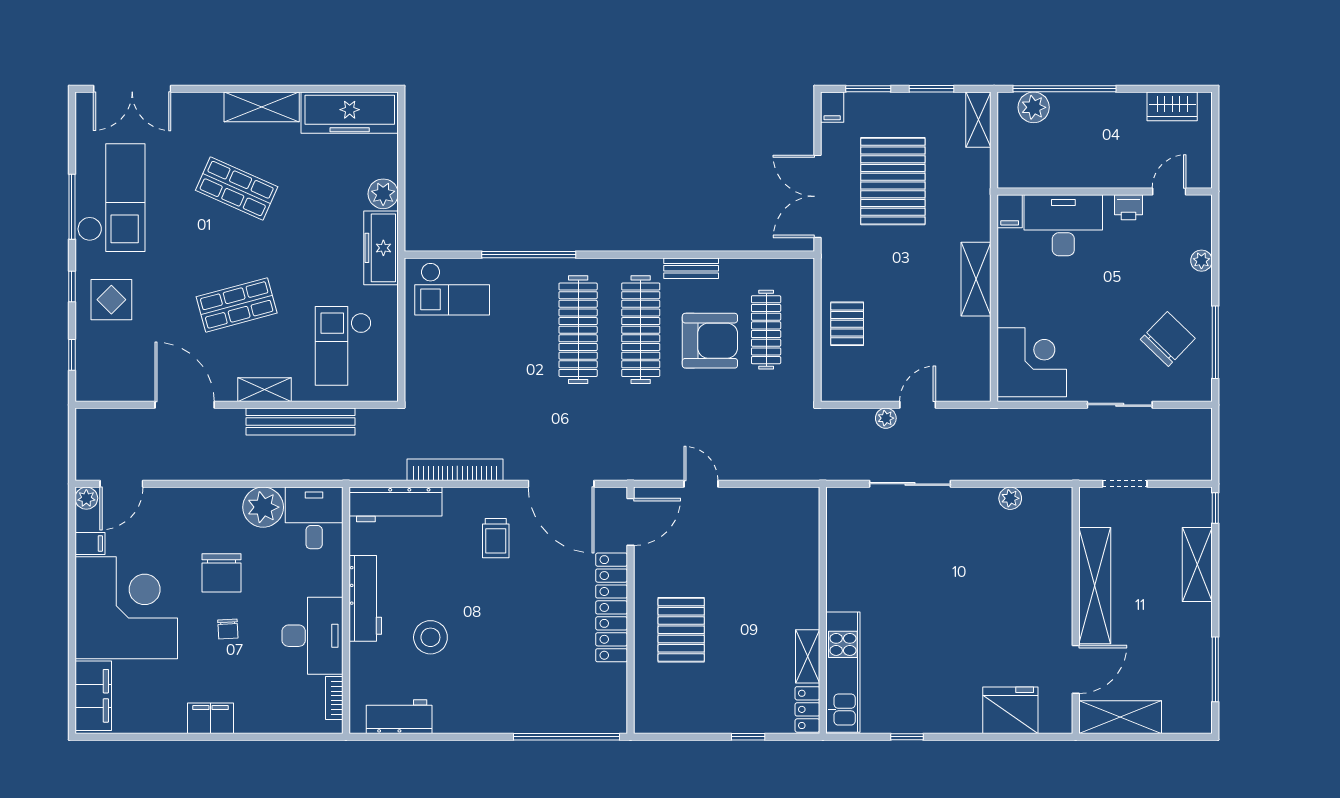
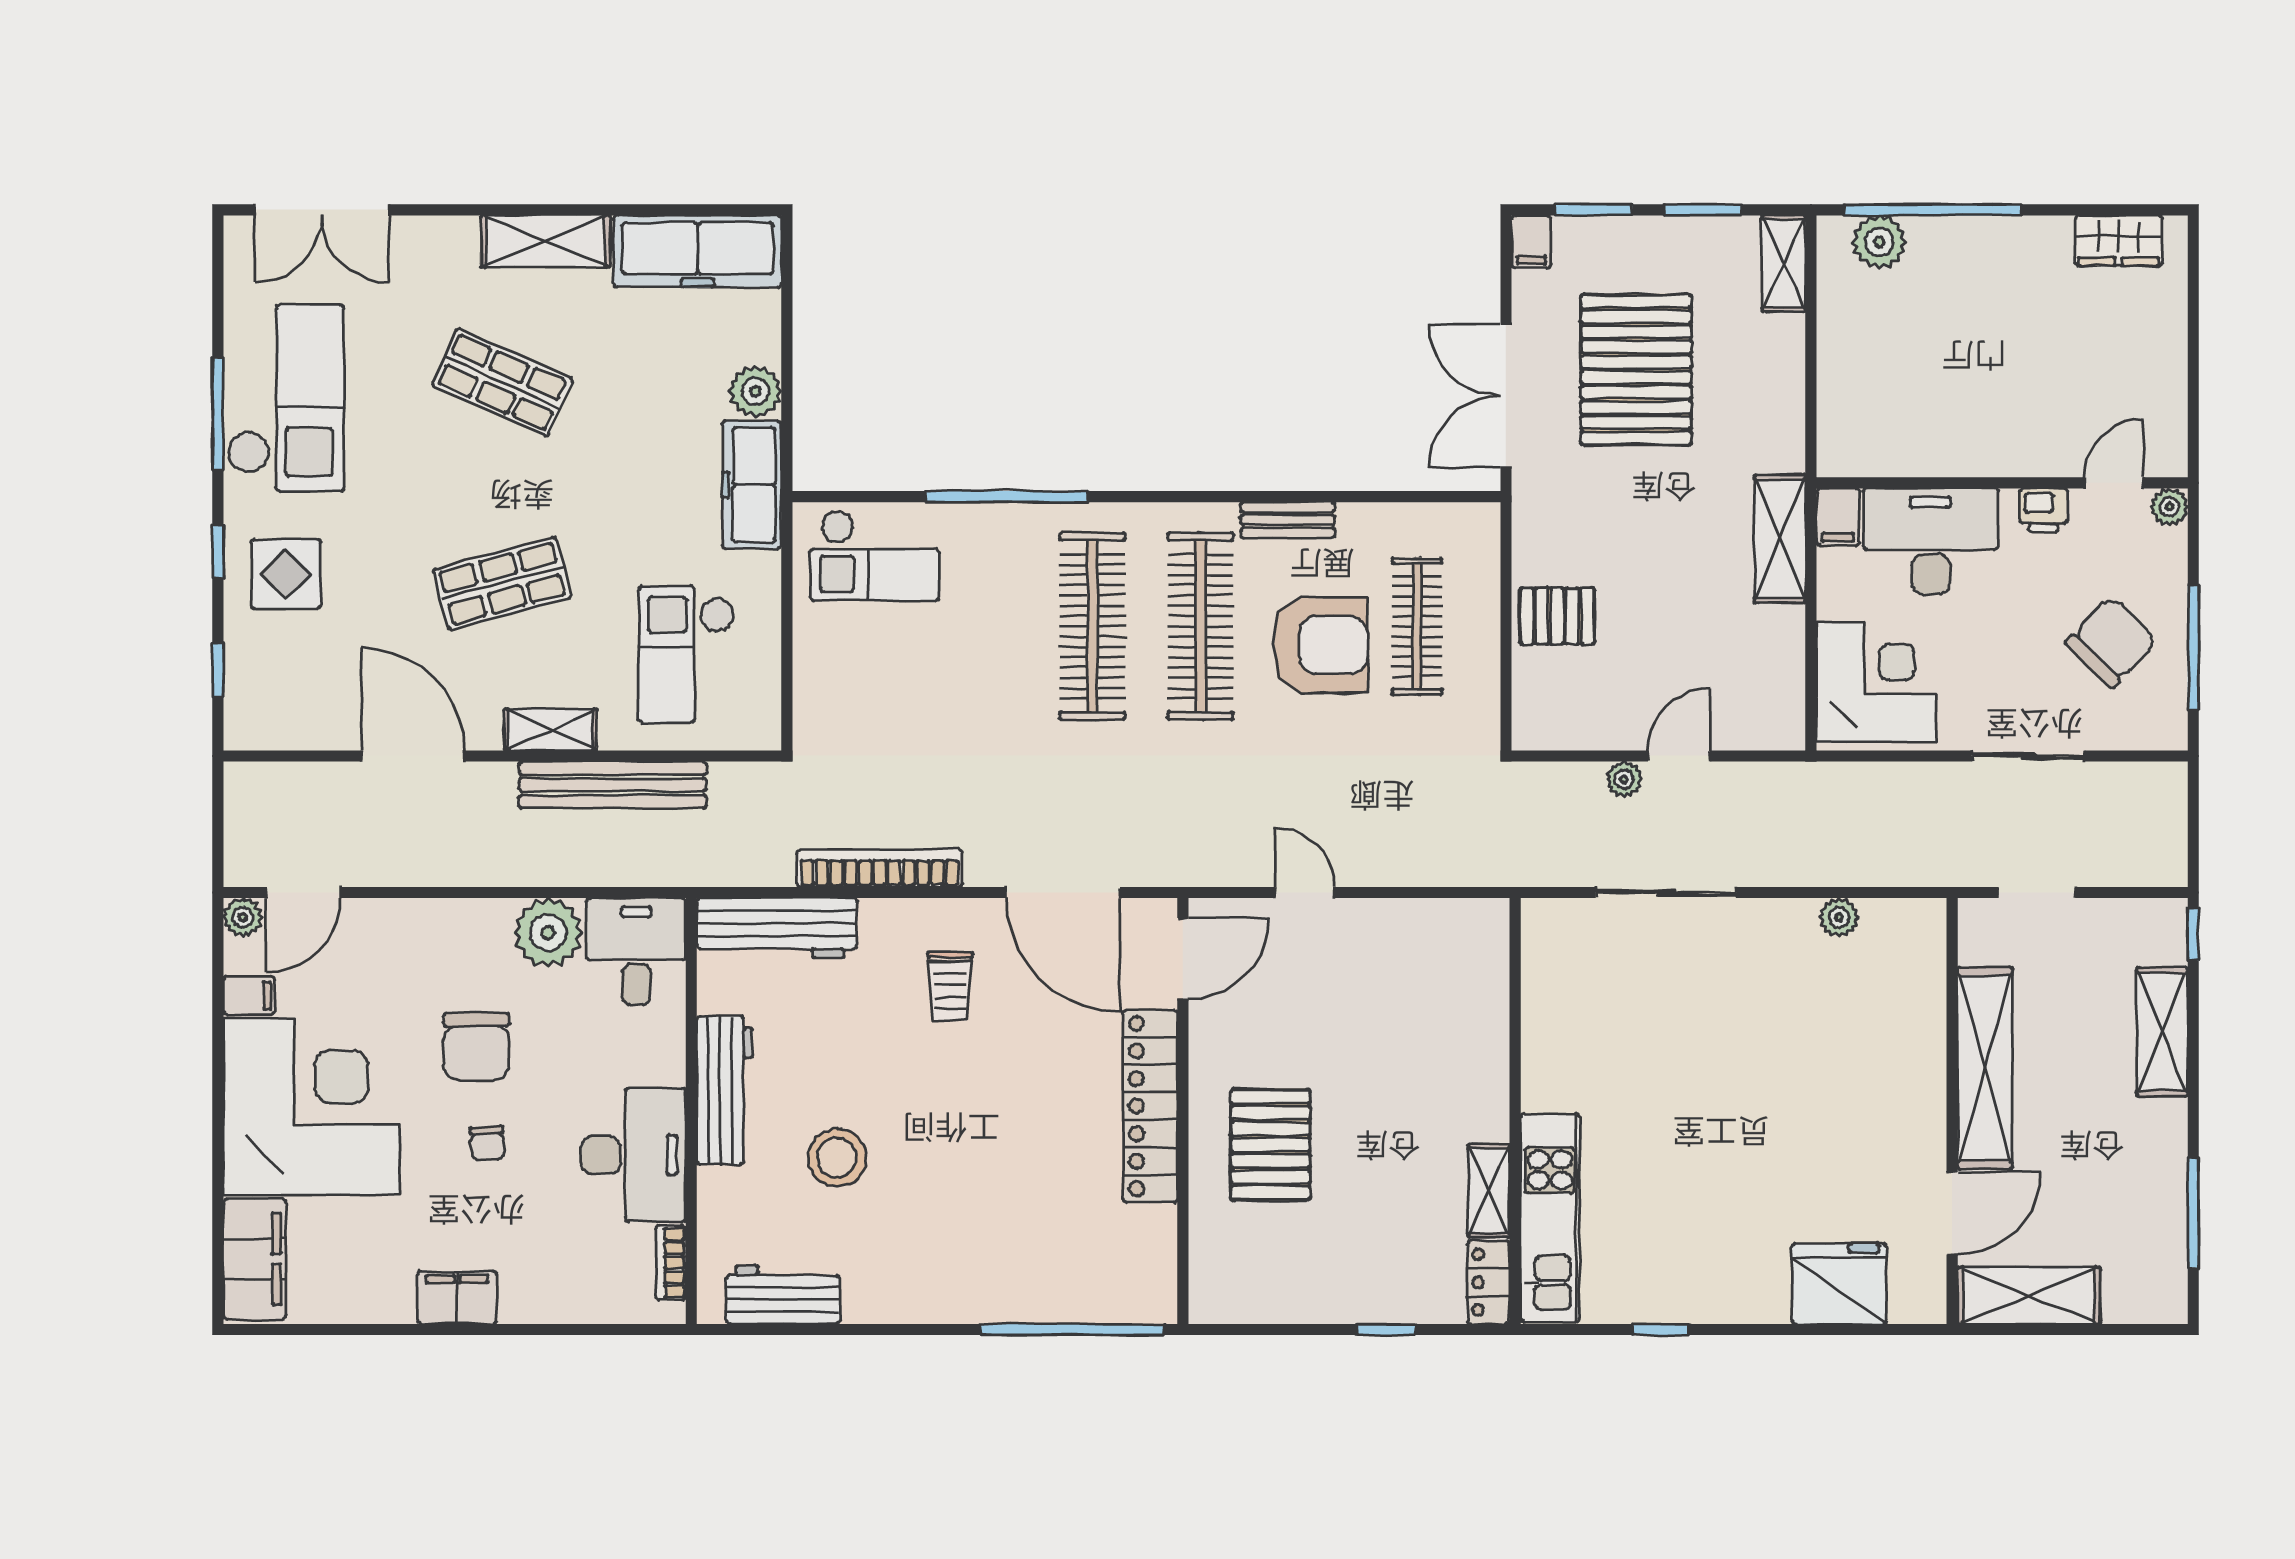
wall: (1105, 191) -> (2002, 483), moved
door: (1169, 191) -> (2114, 483), moved
printer: (1129, 207) -> (2043, 510), moved
filing cabinet: (1010, 211) -> (1838, 517), moved
desk: (1063, 225) -> (1931, 541), moved
pallet: (847, 324) -> (1557, 616), turned 90

